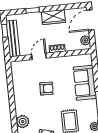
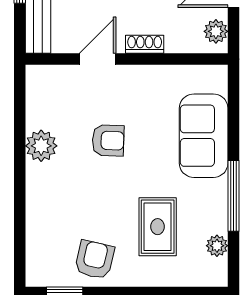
plant: (23, 122) -> (41, 146), moved

